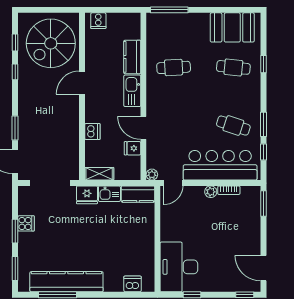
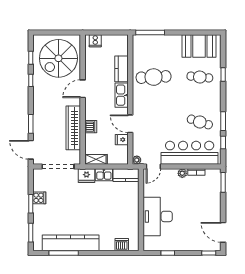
cafe table: (174, 67) -> (154, 77), width x1.37, depth x1.35
wardrobe: (70, 133) -> (73, 128), added
desk: (179, 267) -> (158, 216), moved

